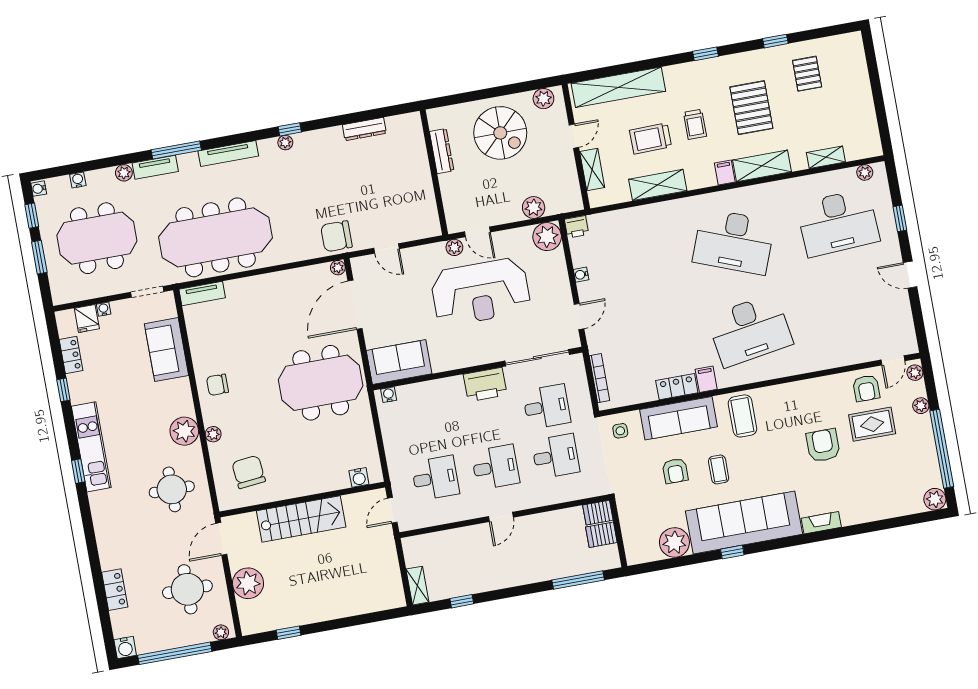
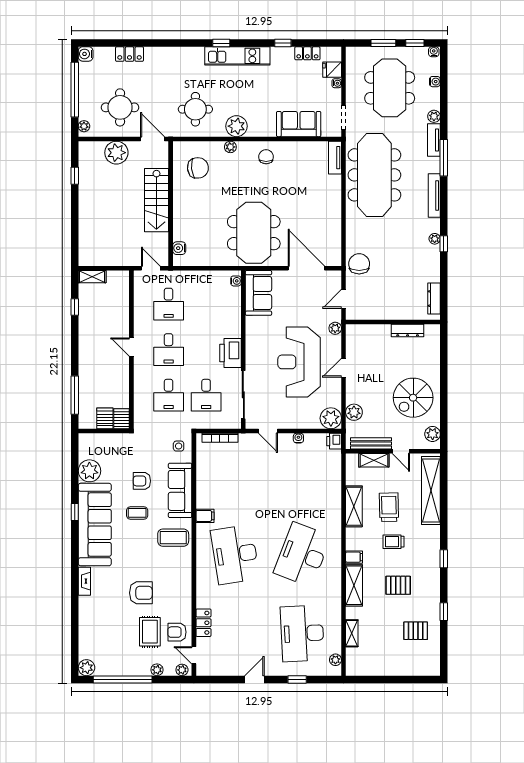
pallet: (751, 108) -> (398, 585), width x0.67, depth x0.71
dresser: (442, 151) -> (408, 330), moved
wall: (434, 172) -> (393, 322), moved
bench: (571, 178) -> (371, 443), added
plant: (454, 247) -> (335, 328), moved
plant: (338, 268) -> (336, 261), removed
locker: (677, 387) -> (203, 623), moved

